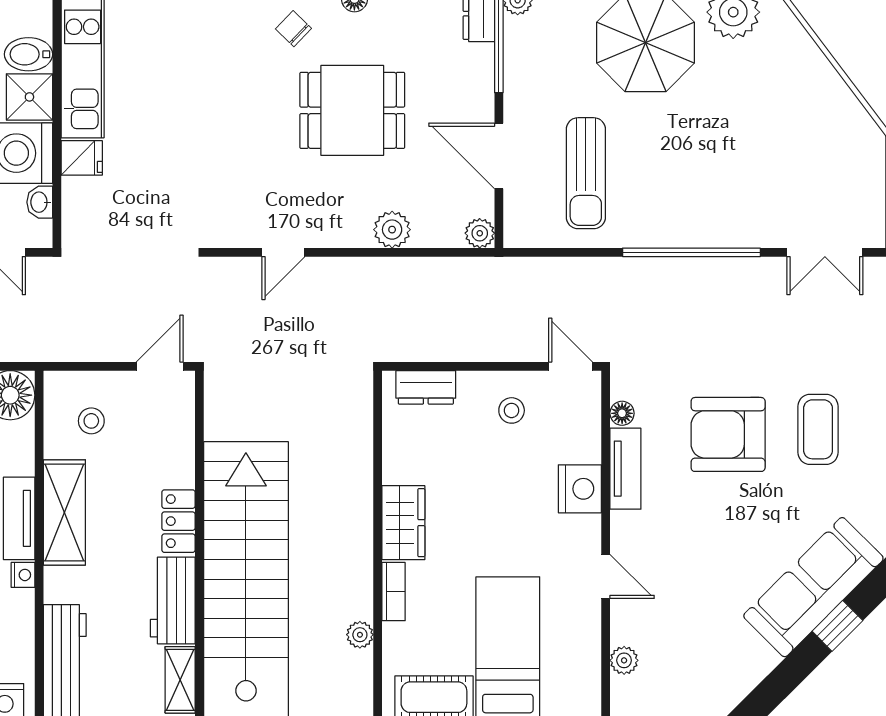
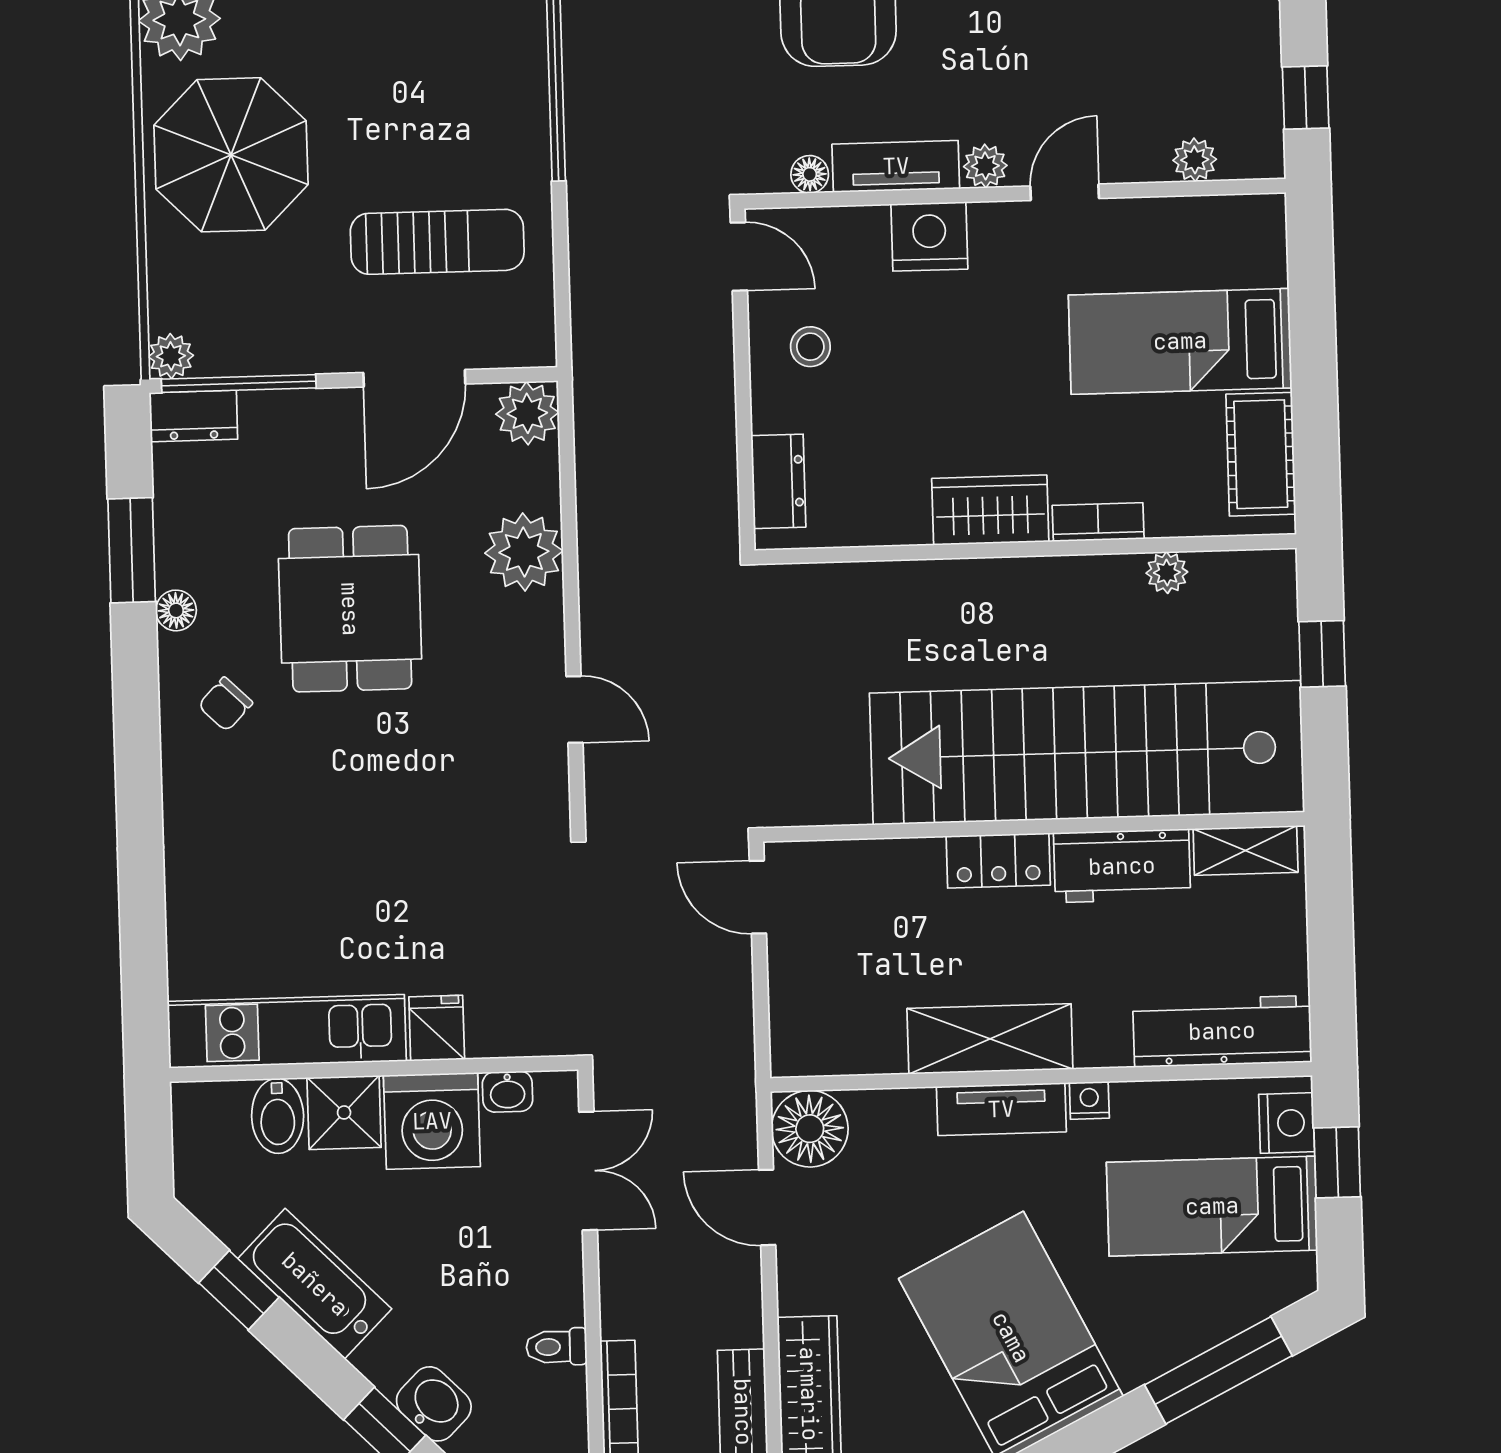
plant: (392, 230) -> (524, 552), width x1.36, depth x1.36
plant: (480, 233) -> (527, 413), width x1.38, depth x1.38
door: (571, 366) -> (739, 257), swing flipped
stool: (91, 421) -> (846, 1001), removed
plant: (624, 526) -> (985, 166), added

